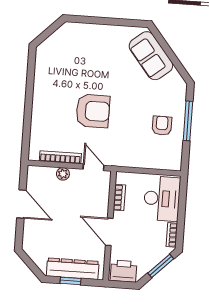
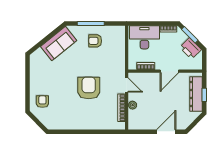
armchair: (78, 41) -> (42, 102), added
sofa: (151, 56) -> (59, 44), moved
door: (93, 167) -> (127, 85), swing flipped
door: (21, 204) -> (166, 132), moved
printer: (123, 271) -> (191, 48), moved, turned -45

